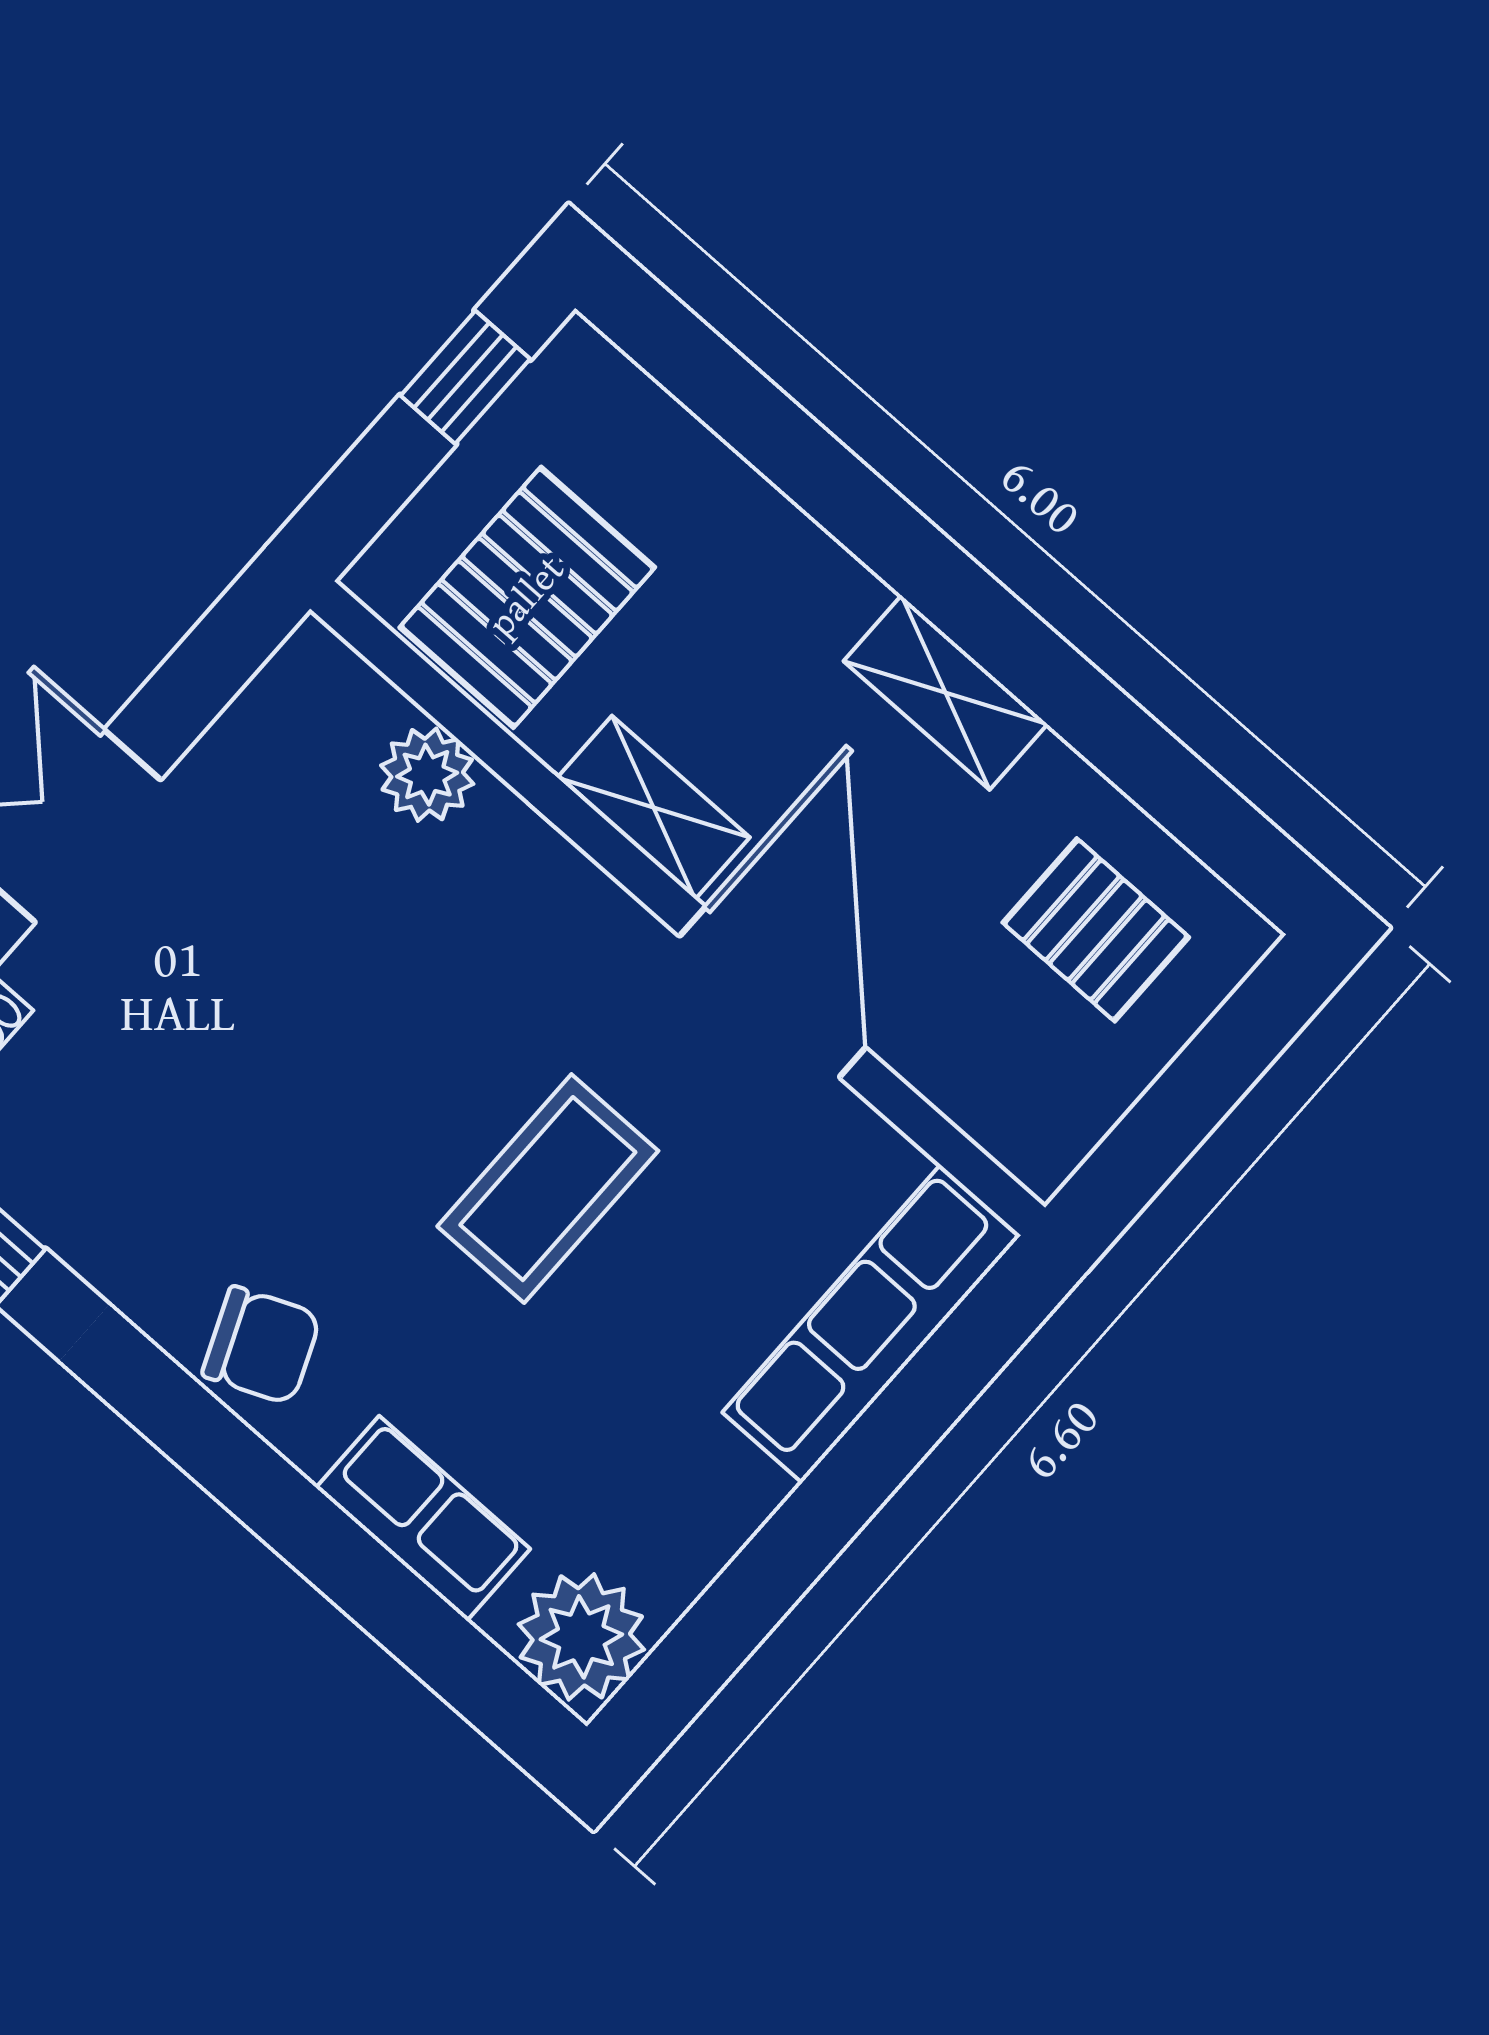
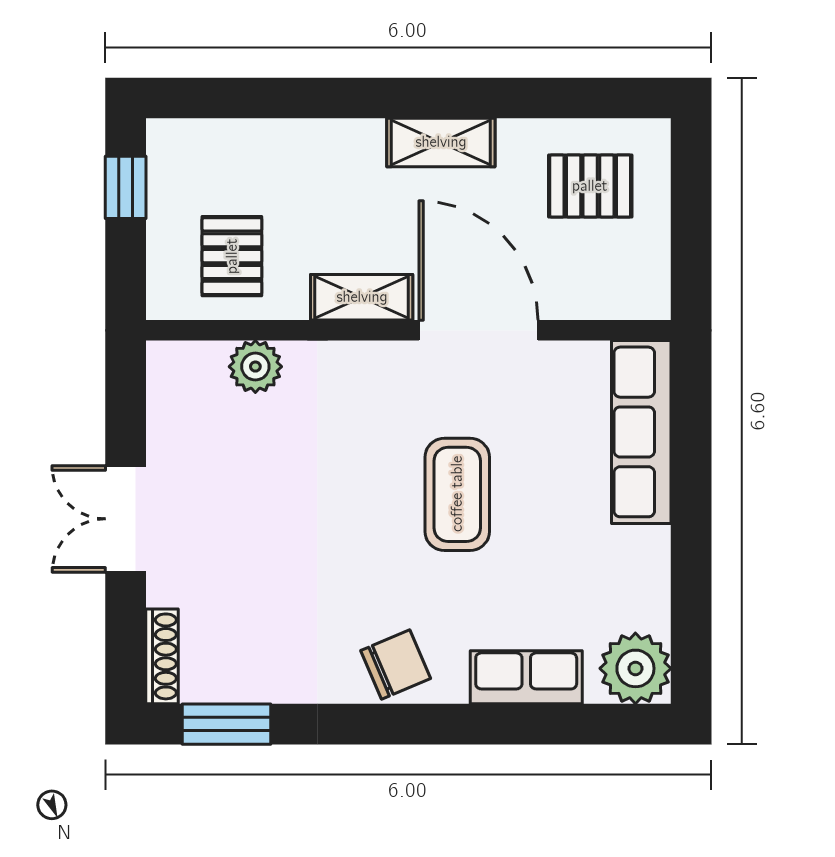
pallet: (527, 597) -> (232, 256), width x0.67, depth x0.71

